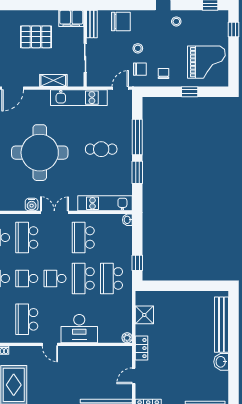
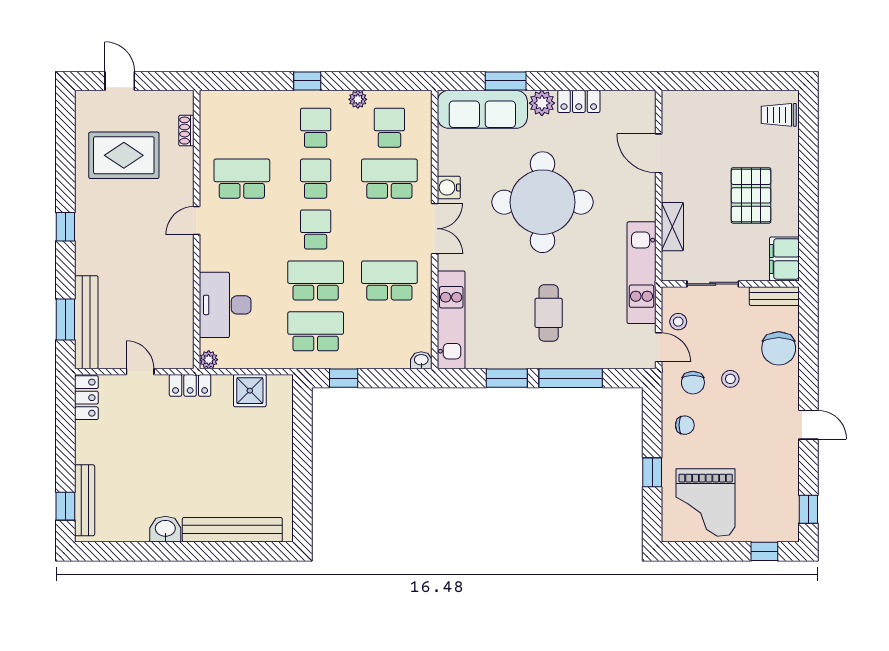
stool: (176, 21) -> (678, 322), moved
desk: (79, 329) -> (225, 305), moved

